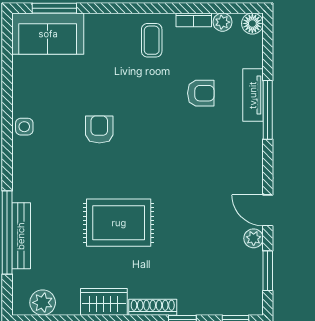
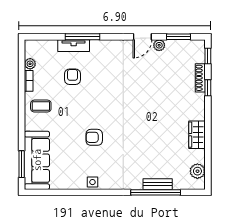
floor lamp: (252, 23) -> (31, 46), removed
sofa: (48, 34) -> (37, 160), width x1.36
rug: (119, 223) -> (150, 126), removed
bench: (21, 236) -> (158, 184), width x0.73
shoe rack: (153, 307) -> (200, 78), moved

